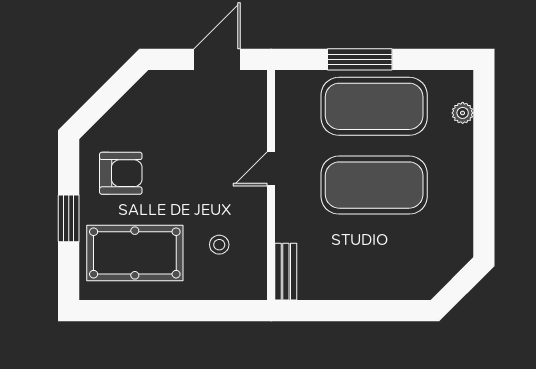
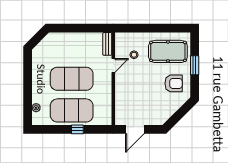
window: (360, 59) -> (77, 129), width x0.46
door: (271, 169) -> (113, 65), moved
armchair: (121, 173) -> (174, 83), turned 180

